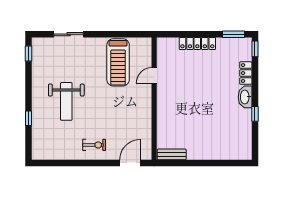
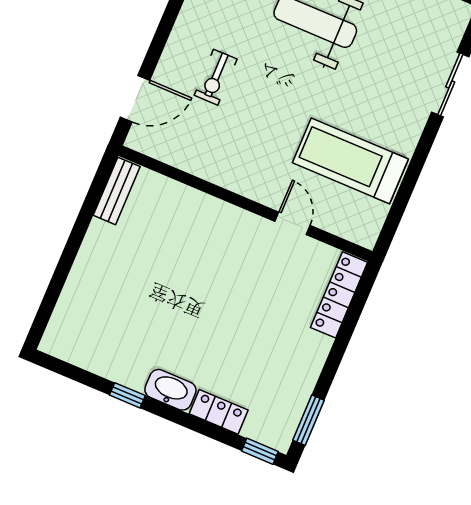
locker: (197, 43) -> (339, 295), moved
exercise bike: (94, 145) -> (216, 77), moved
door: (130, 163) -> (135, 99), hinge flipped

